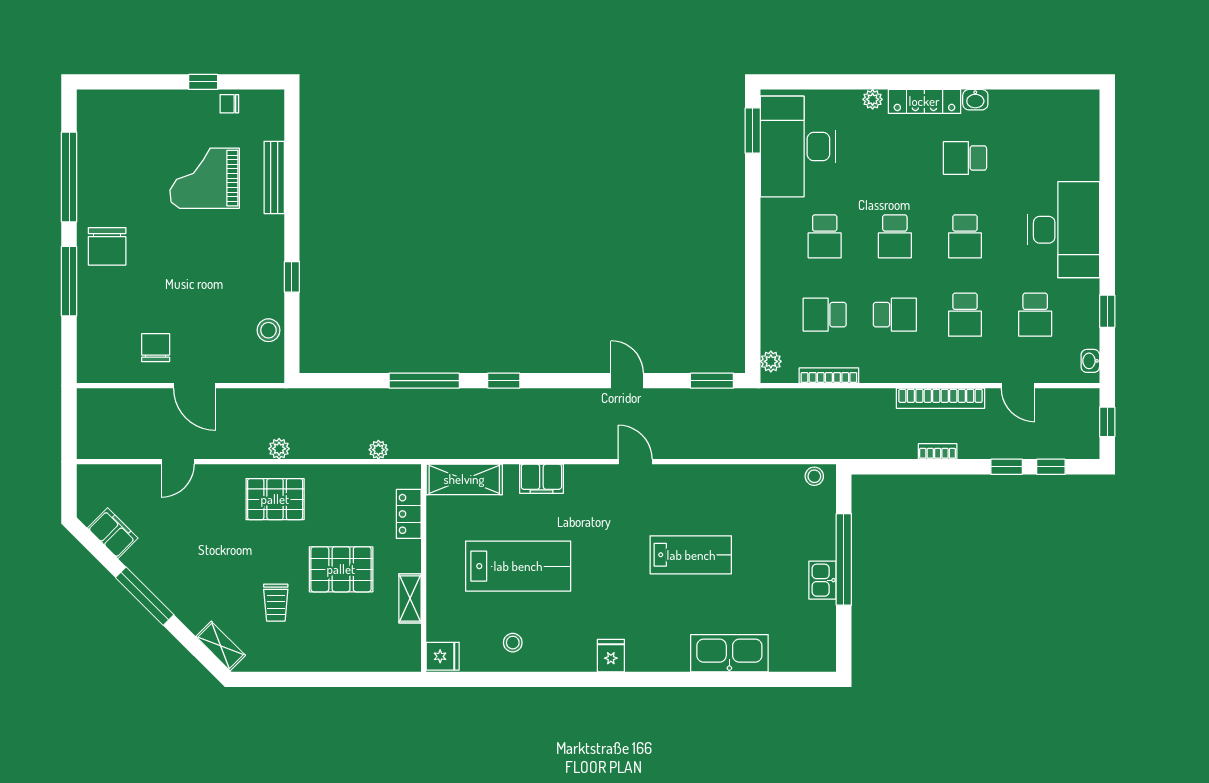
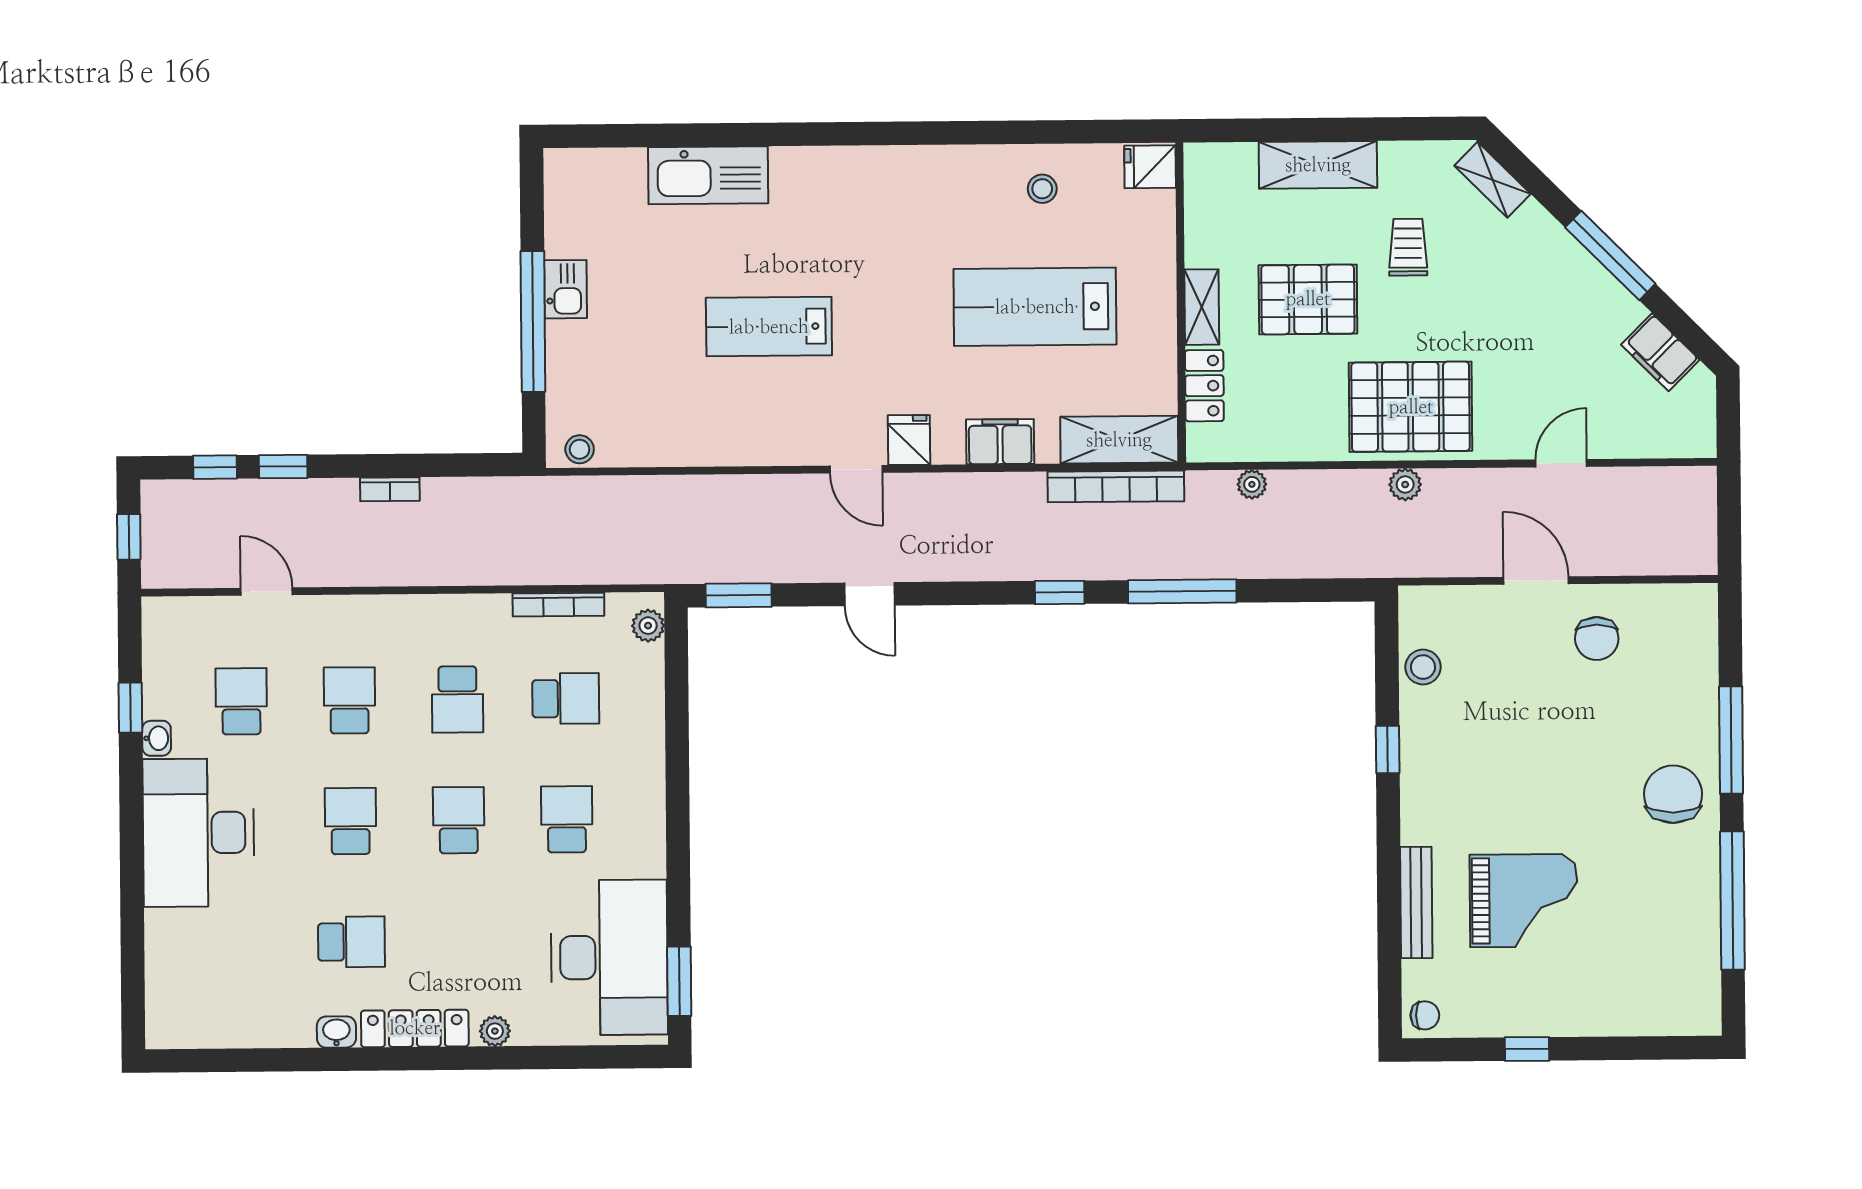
chair: (229, 104) -> (1425, 1015), moved
school desk: (895, 315) -> (458, 699), turned -90
washbasin: (1090, 361) -> (157, 738), moved
bookcase: (941, 398) -> (1116, 486), moved, turned 180
pallet: (275, 499) -> (1411, 407), width x1.37, depth x1.41
shelving: (410, 598) -> (1202, 307), moved
fridge: (611, 656) -> (909, 440), moved, turned 180
shelving: (334, 657) -> (1318, 165), added

